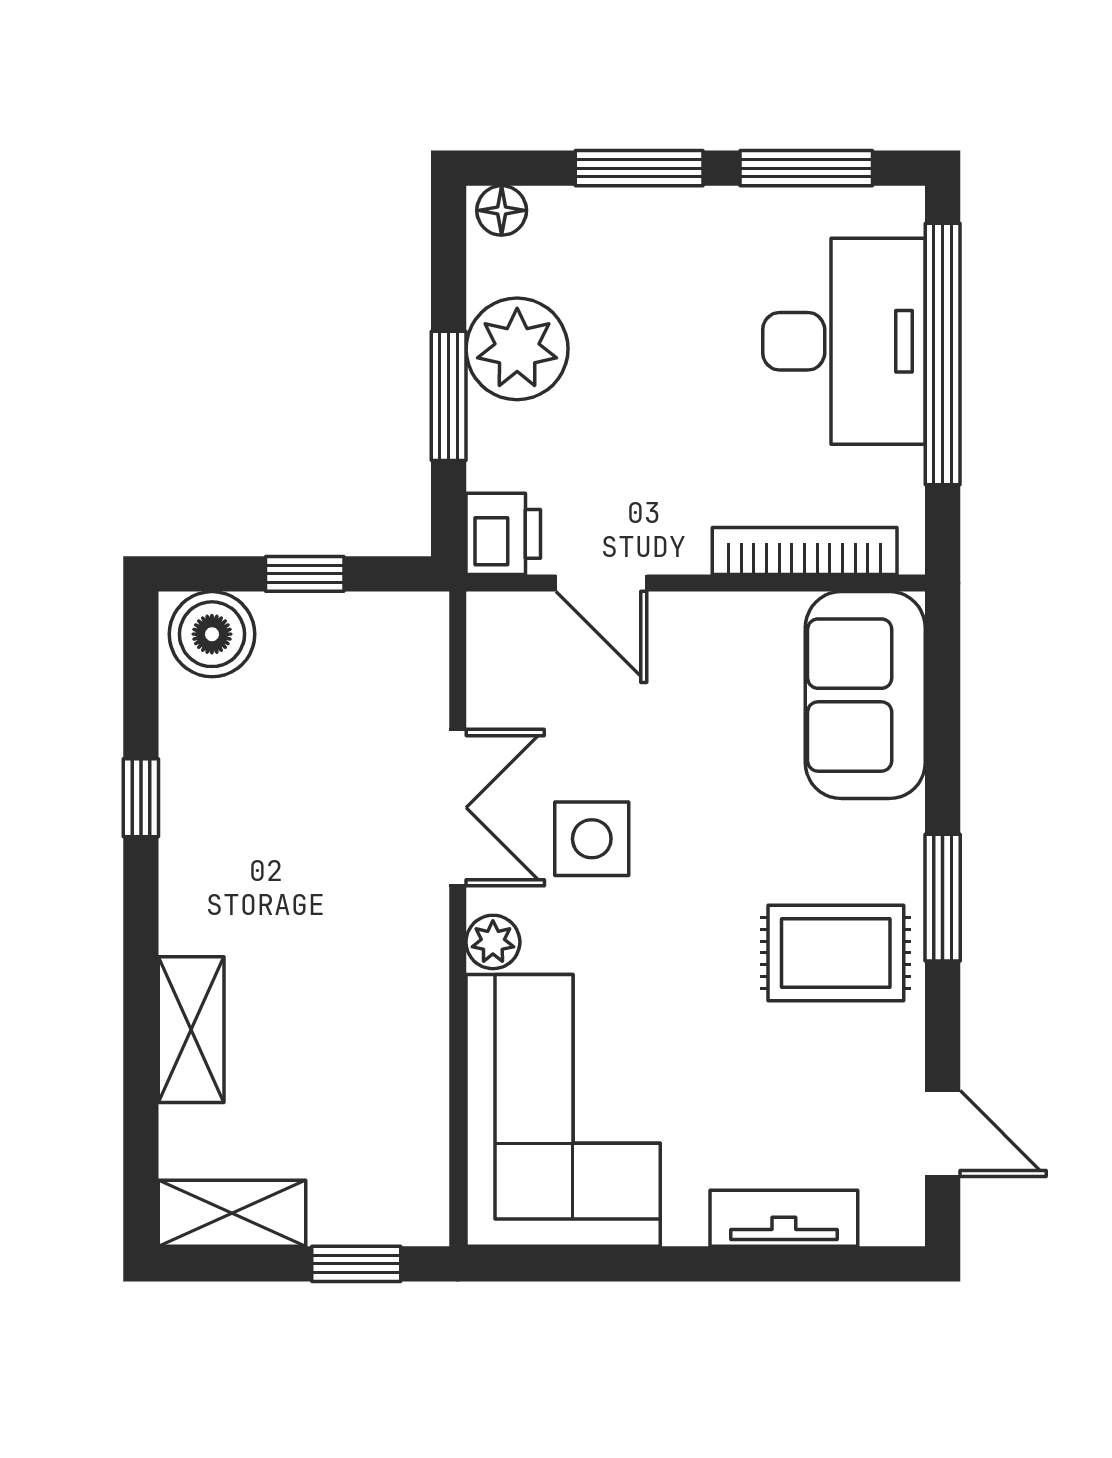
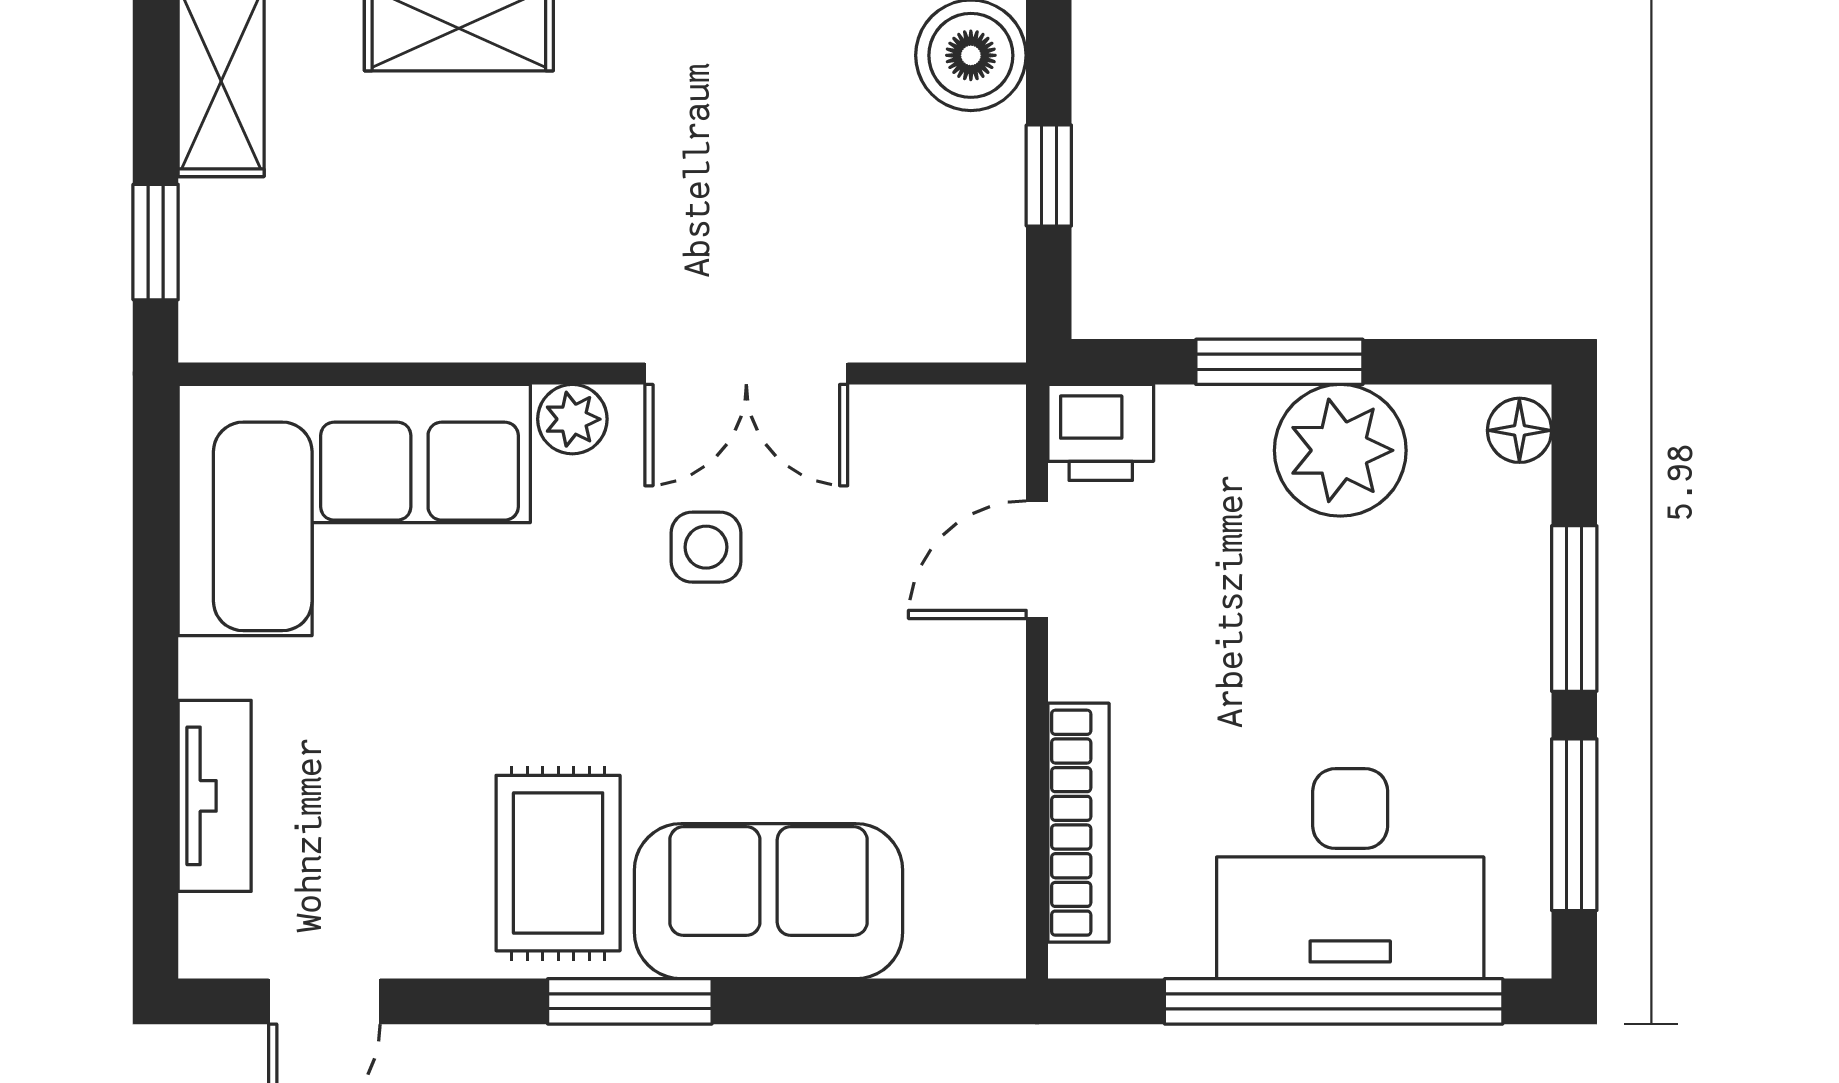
sofa: (865, 695) -> (769, 901), moved
side table: (592, 839) -> (706, 547), width x0.73, depth x0.73

